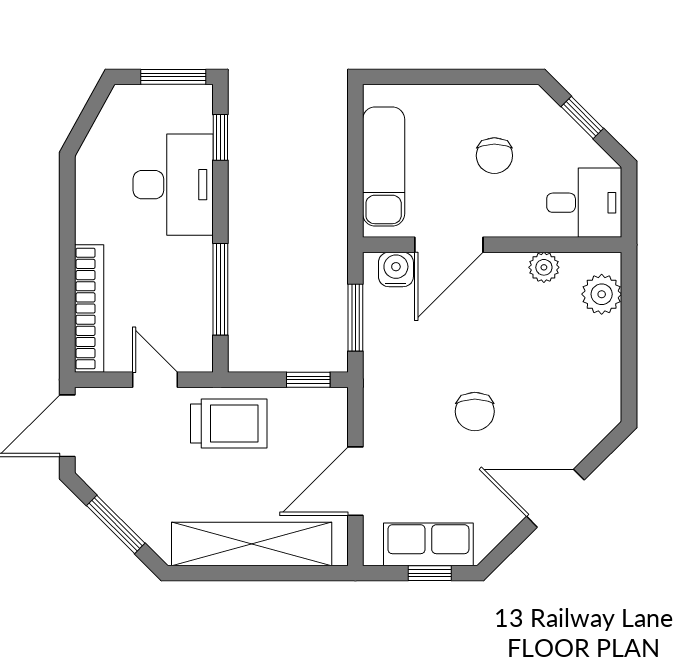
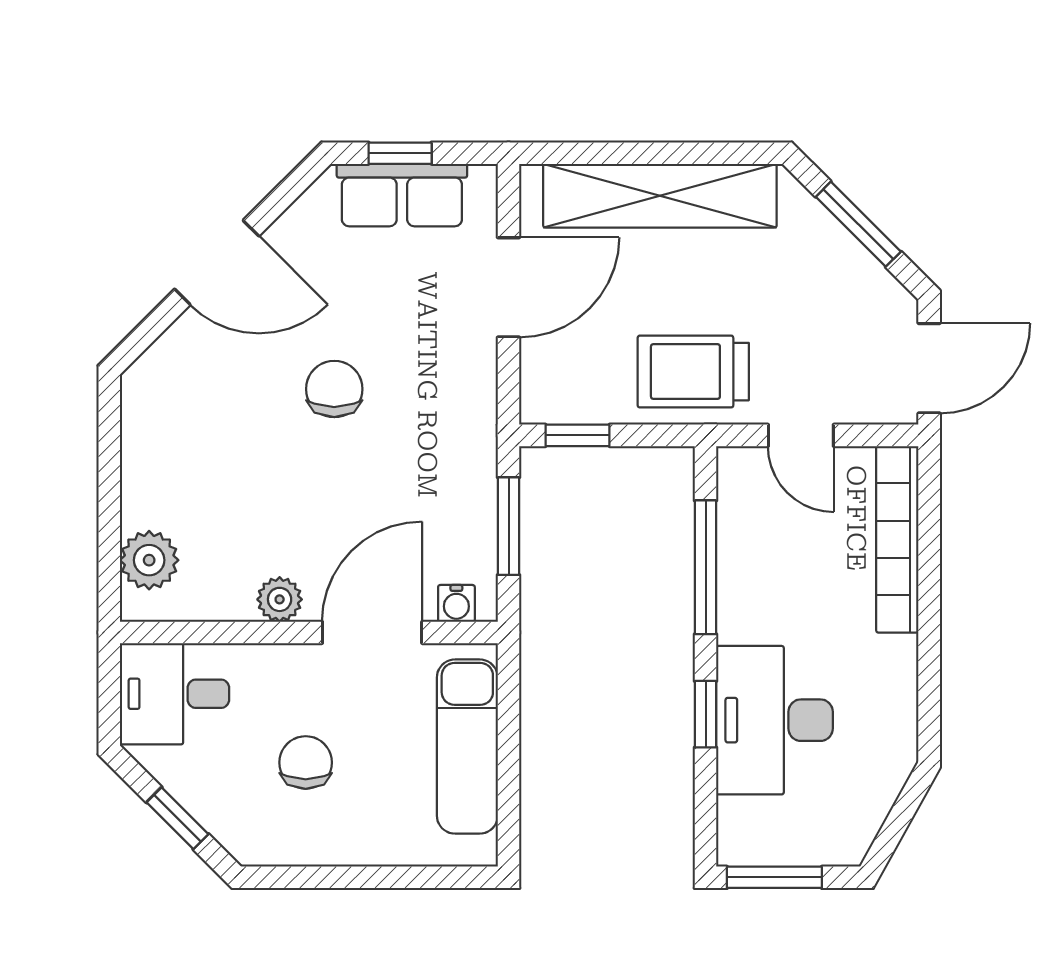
window: (220, 137) -> (706, 714), moved
plant: (544, 267) -> (280, 599), moved
water cooler: (396, 269) -> (456, 603), width x0.72, depth x0.72

